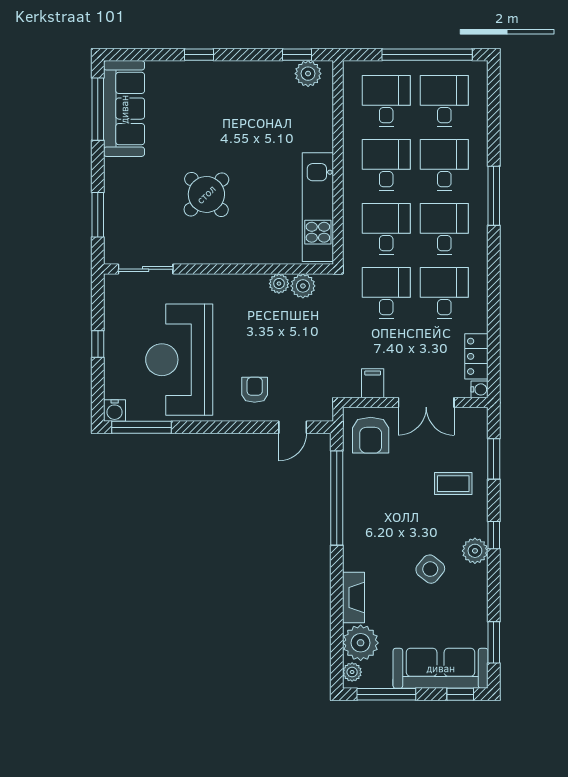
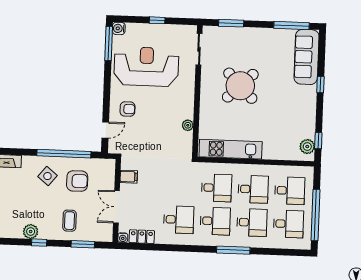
sofa: (124, 109) -> (306, 57), moved, turned 90
round table: (206, 194) -> (240, 86), width x1.36, depth x1.36
plant: (303, 286) -> (186, 139), removed
desk: (386, 293) -> (180, 186), removed
door: (293, 427) -> (105, 130), swing flipped
armchair: (371, 435) -> (77, 181), moved, turned 180
side table: (430, 569) -> (47, 176), moved

